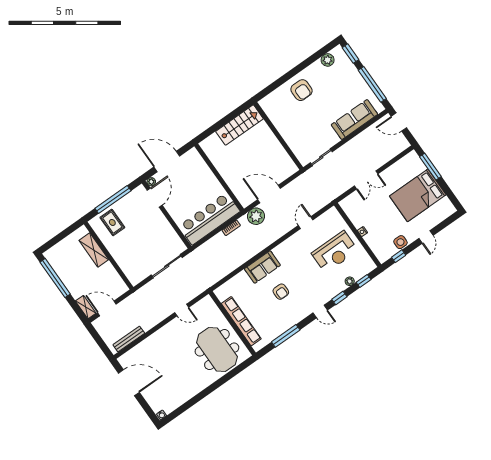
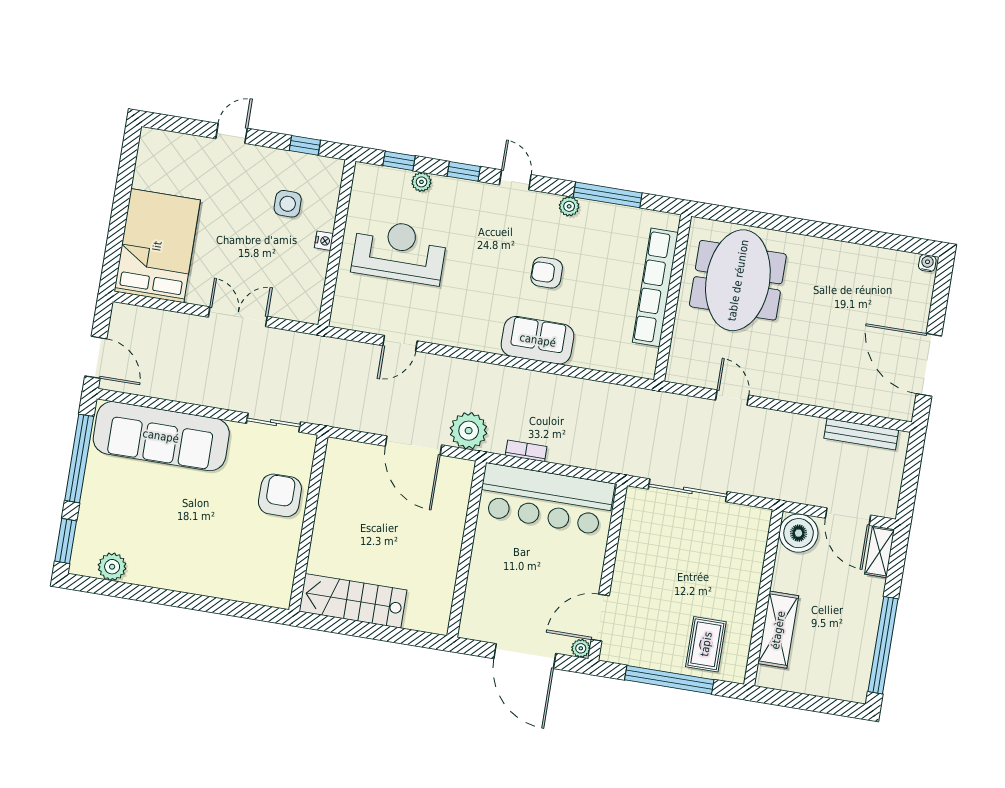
armchair: (302, 90) -> (280, 495), moved
sofa: (354, 120) -> (161, 436), width x1.36, depth x1.27
window: (430, 167) -> (115, 238), removed
bed: (418, 195) -> (157, 246), moved, turned -90
side table: (400, 242) -> (288, 204), moved
boiler: (118, 287) -> (799, 533), added
armchair: (281, 292) -> (547, 273), turned -90
plant: (295, 320) -> (569, 206), added

